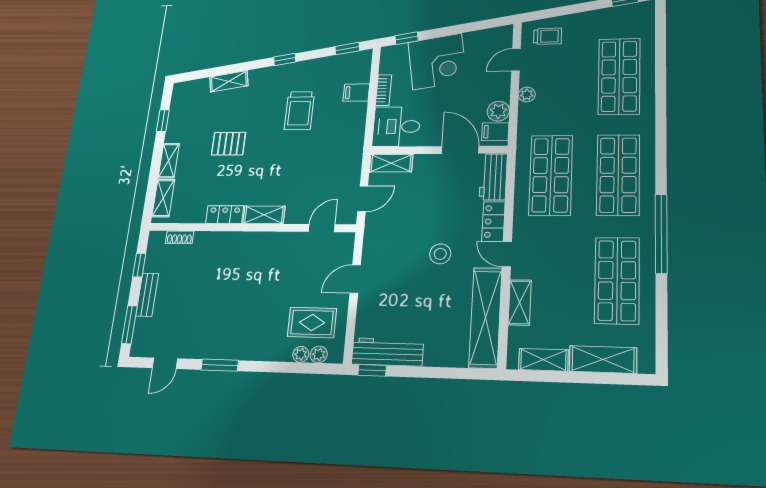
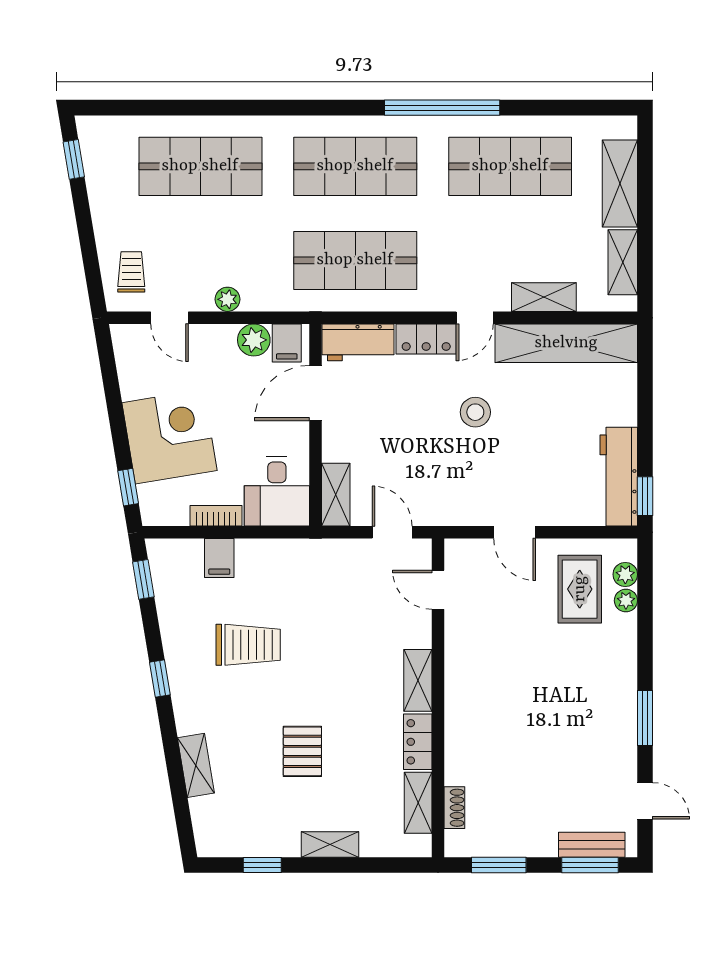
shelving: (163, 198) -> (418, 803), moved, turned 90
window: (139, 265) -> (499, 865), width x1.50
bench: (147, 295) -> (592, 845), moved

